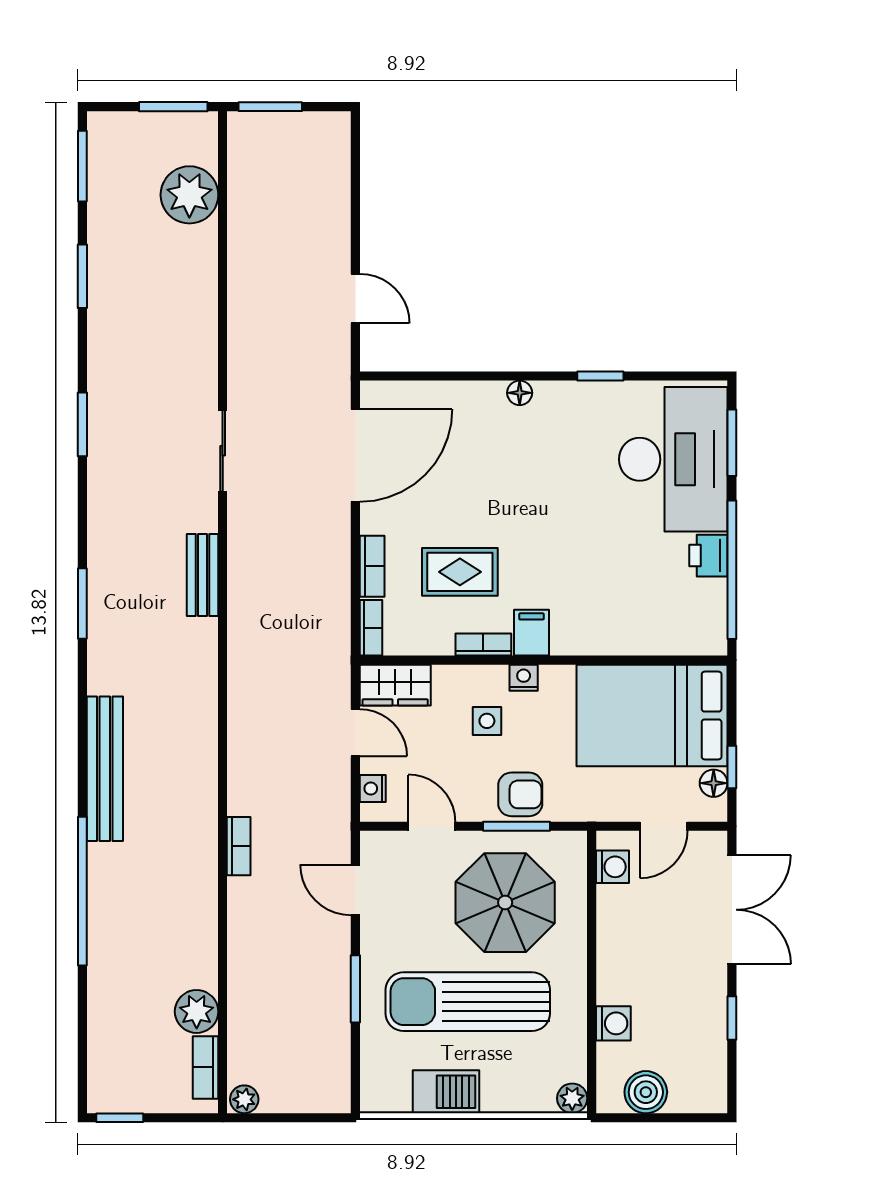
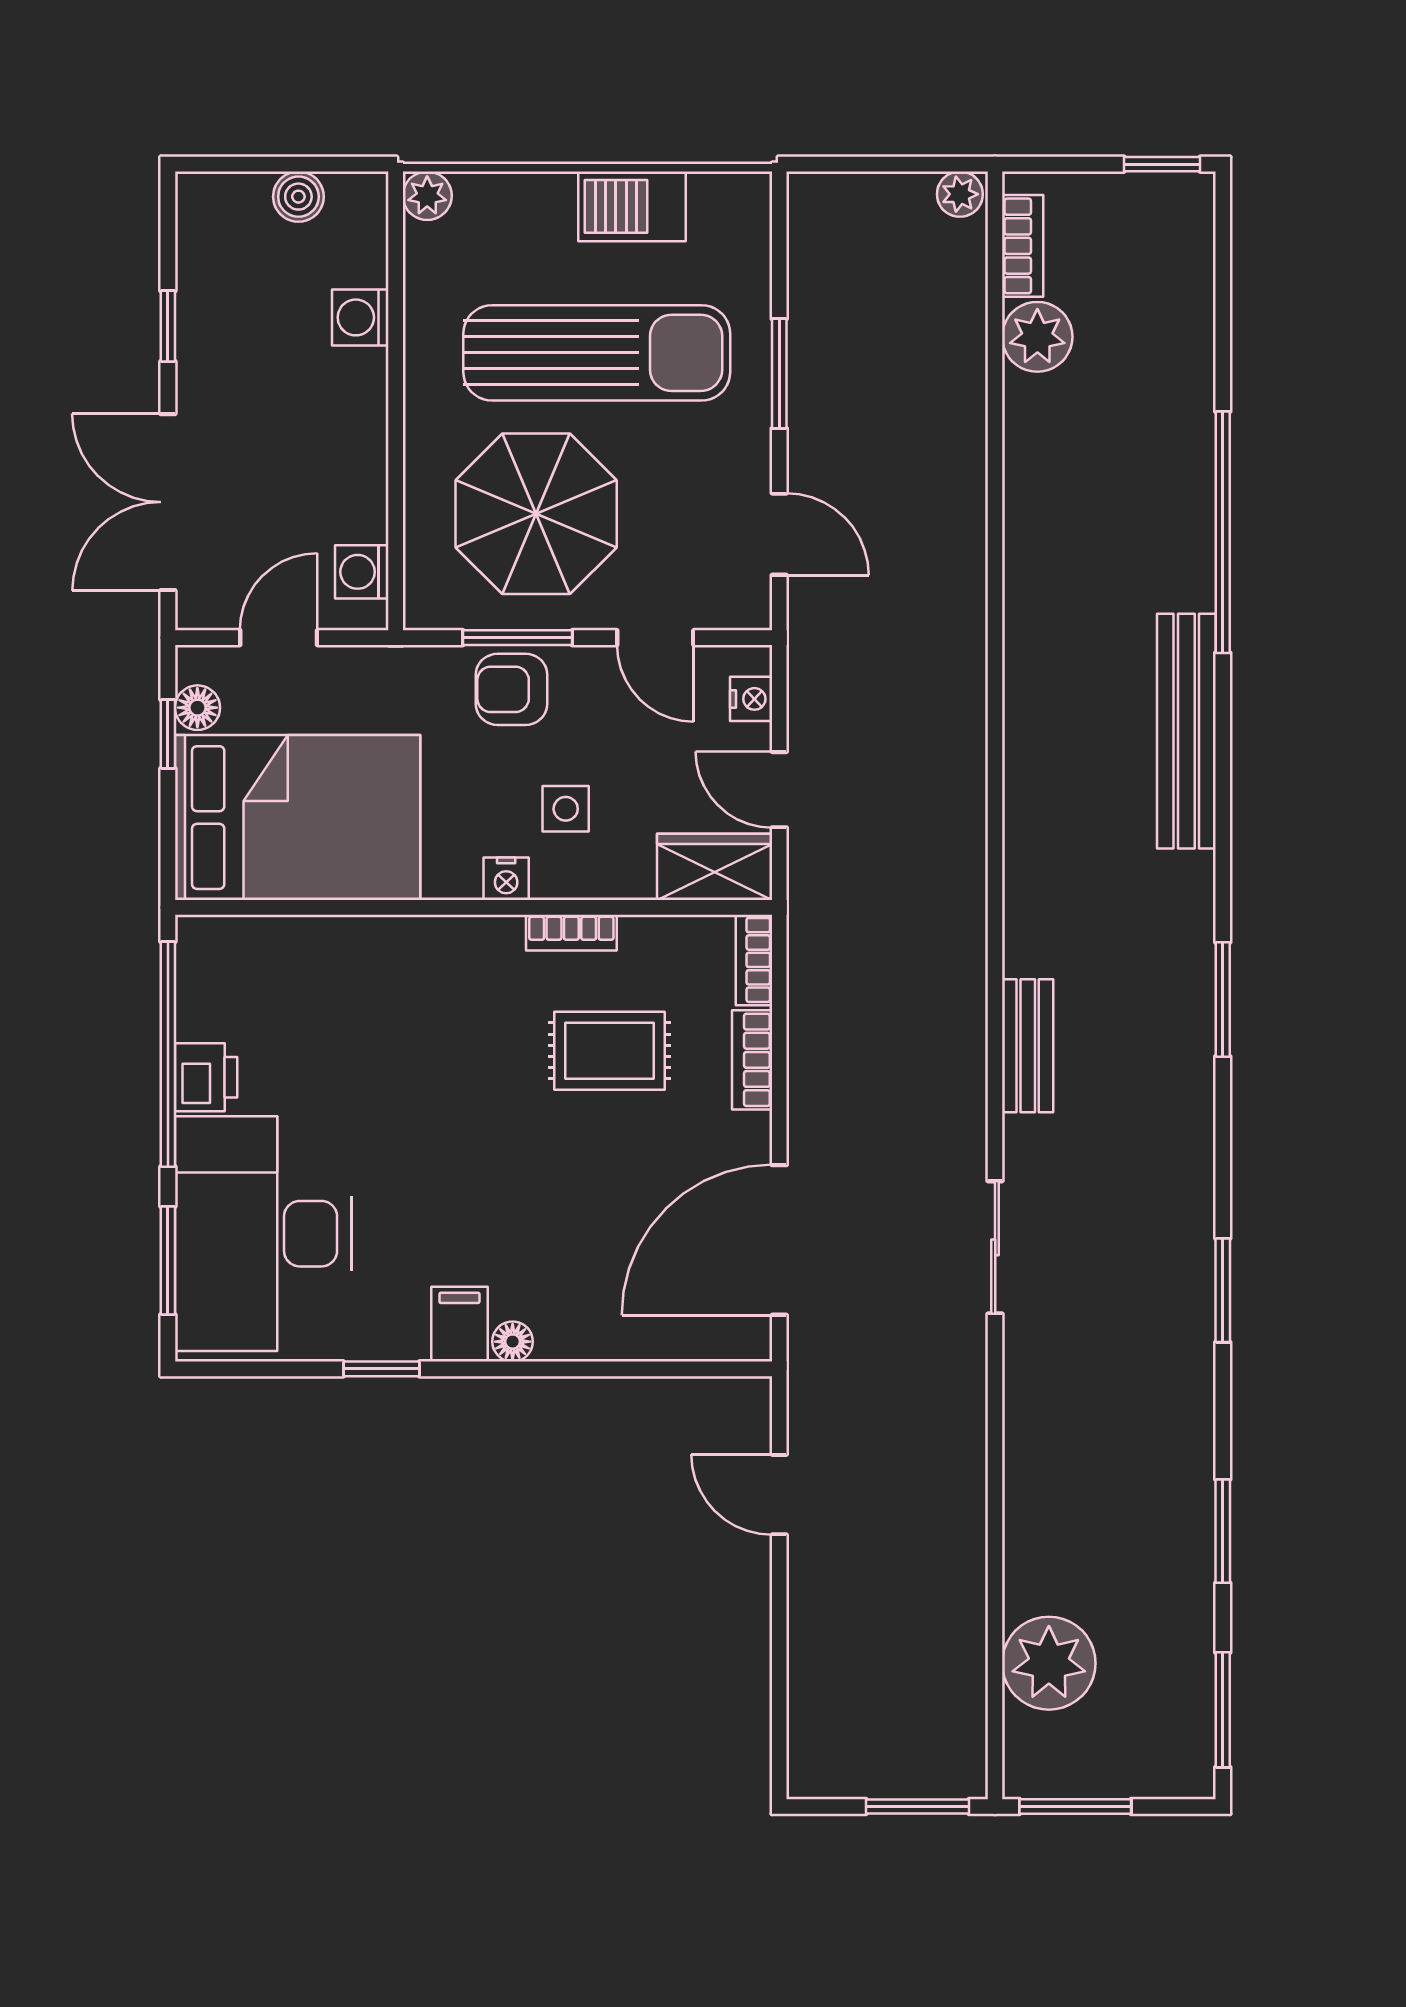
filing cabinet: (532, 633) -> (459, 1324), moved, turned 180
bookcase: (239, 846) -> (969, 605), removed
boiler: (646, 1092) -> (298, 197), width x0.73, depth x0.73

